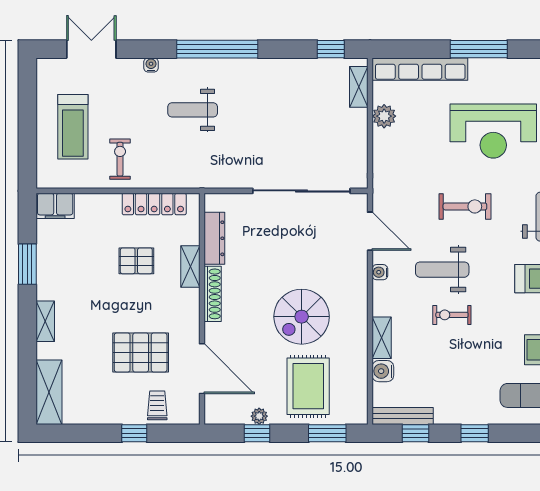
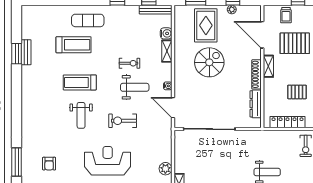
shelving: (190, 266) -> (268, 66), moved

